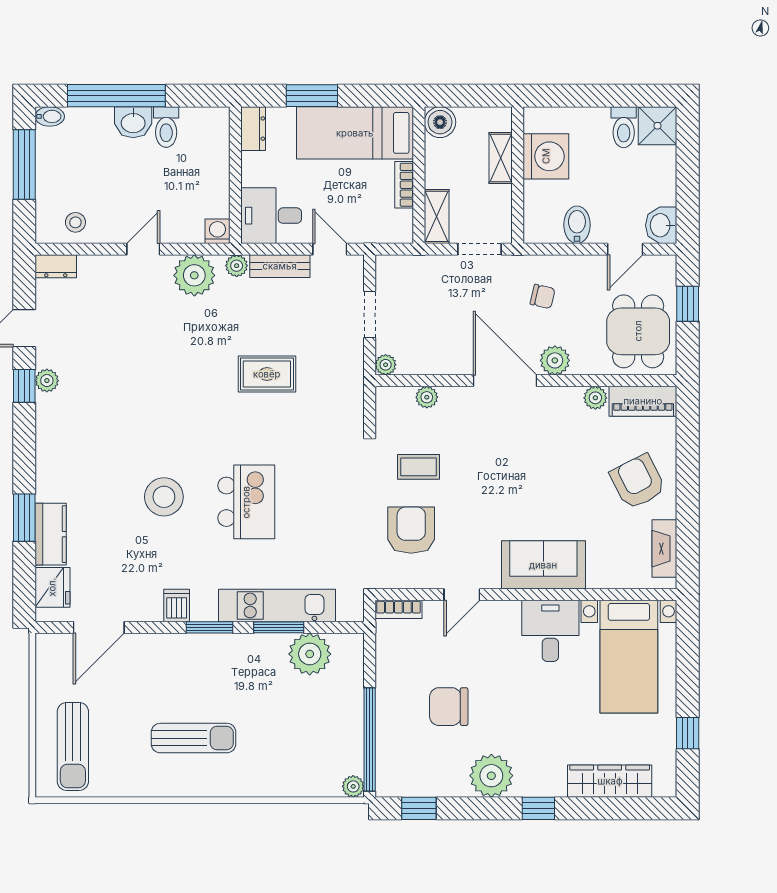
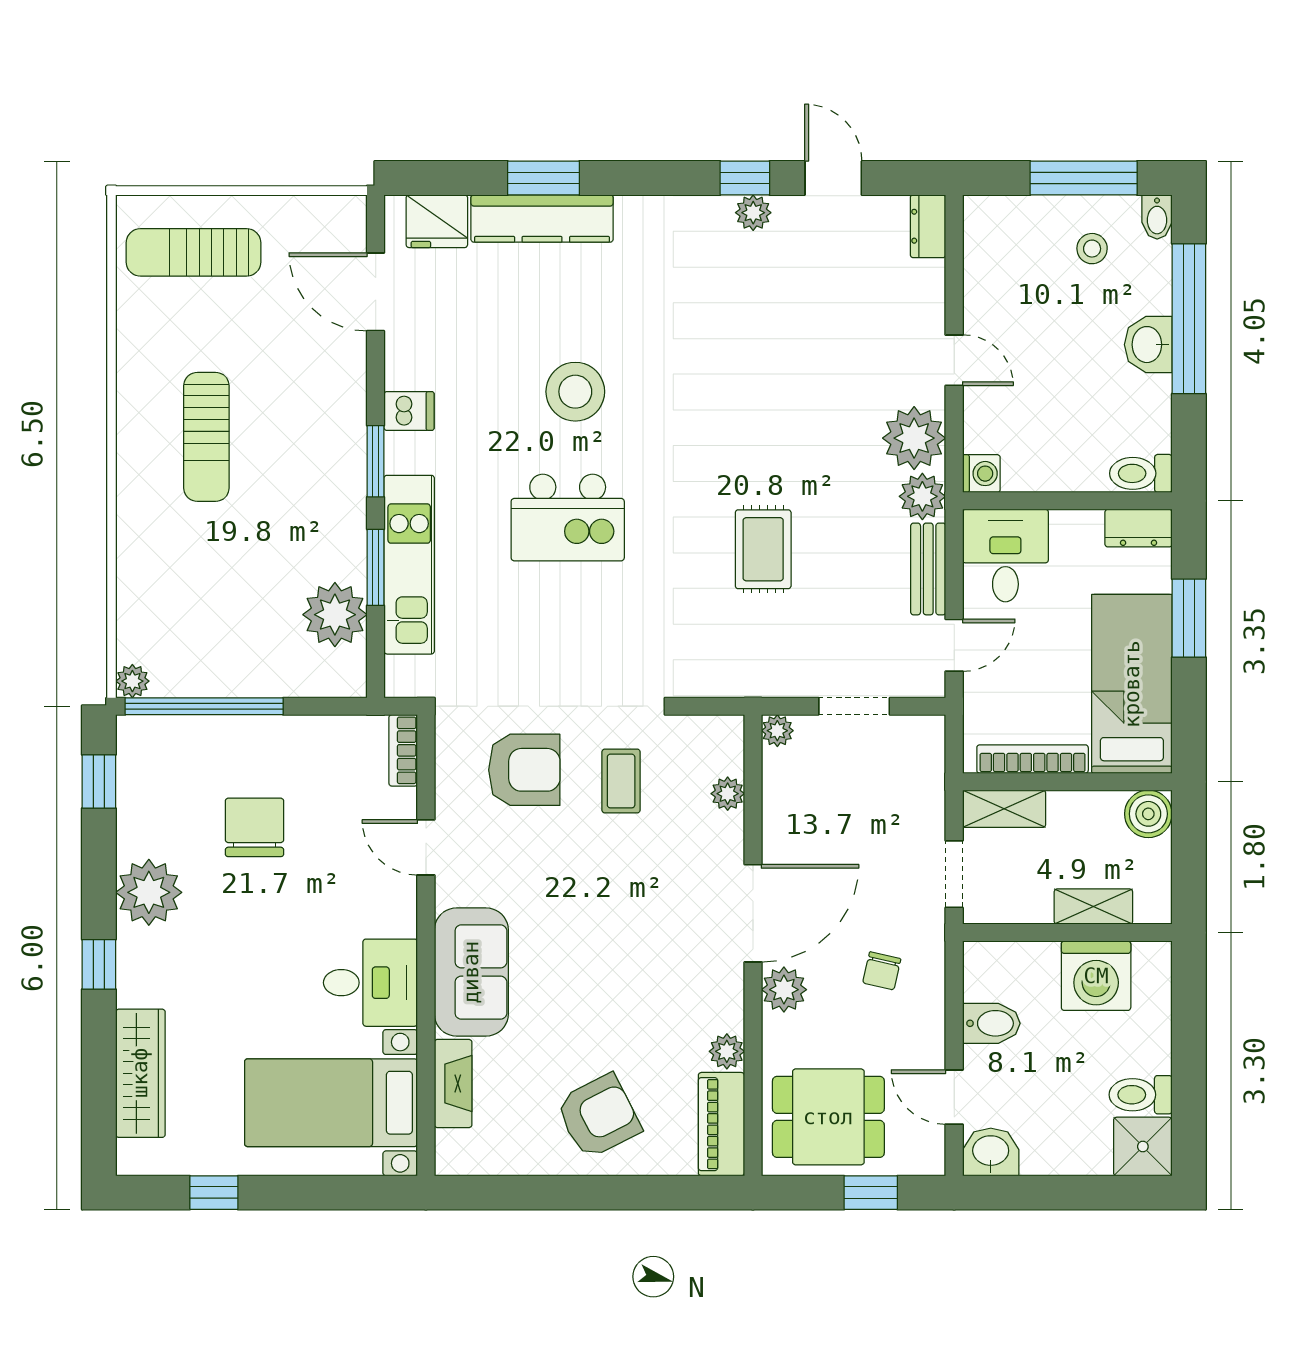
toilet: (166, 127) -> (1141, 473), moved
bookcase: (404, 185) -> (1033, 759), width x1.56
stool: (75, 222) -> (1092, 249), moved
plant: (237, 266) -> (922, 496), width x1.38, depth x1.38
kitchen counter: (51, 534) -> (542, 218), width x1.50
fireplace: (664, 549) -> (453, 1084), moved, turned 90

